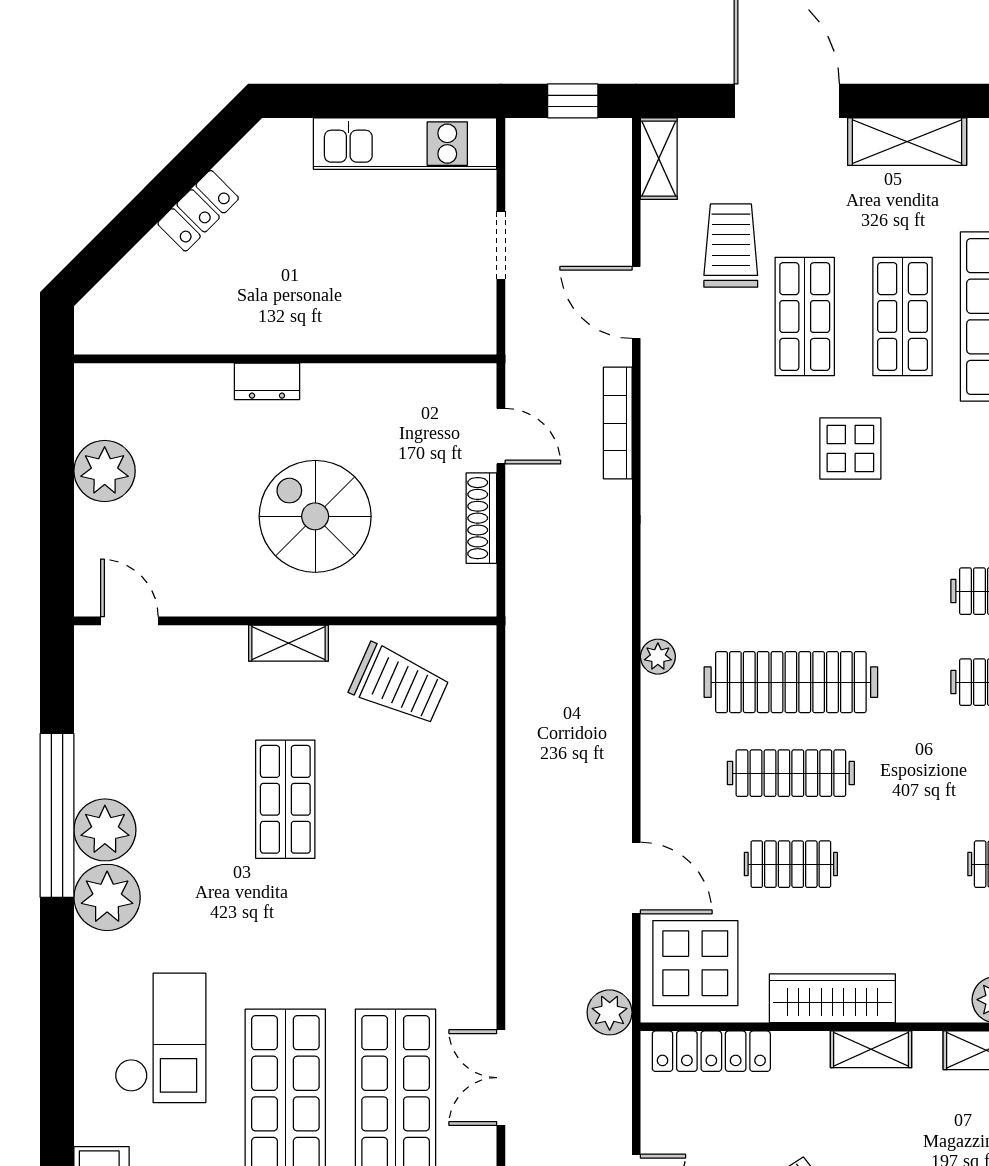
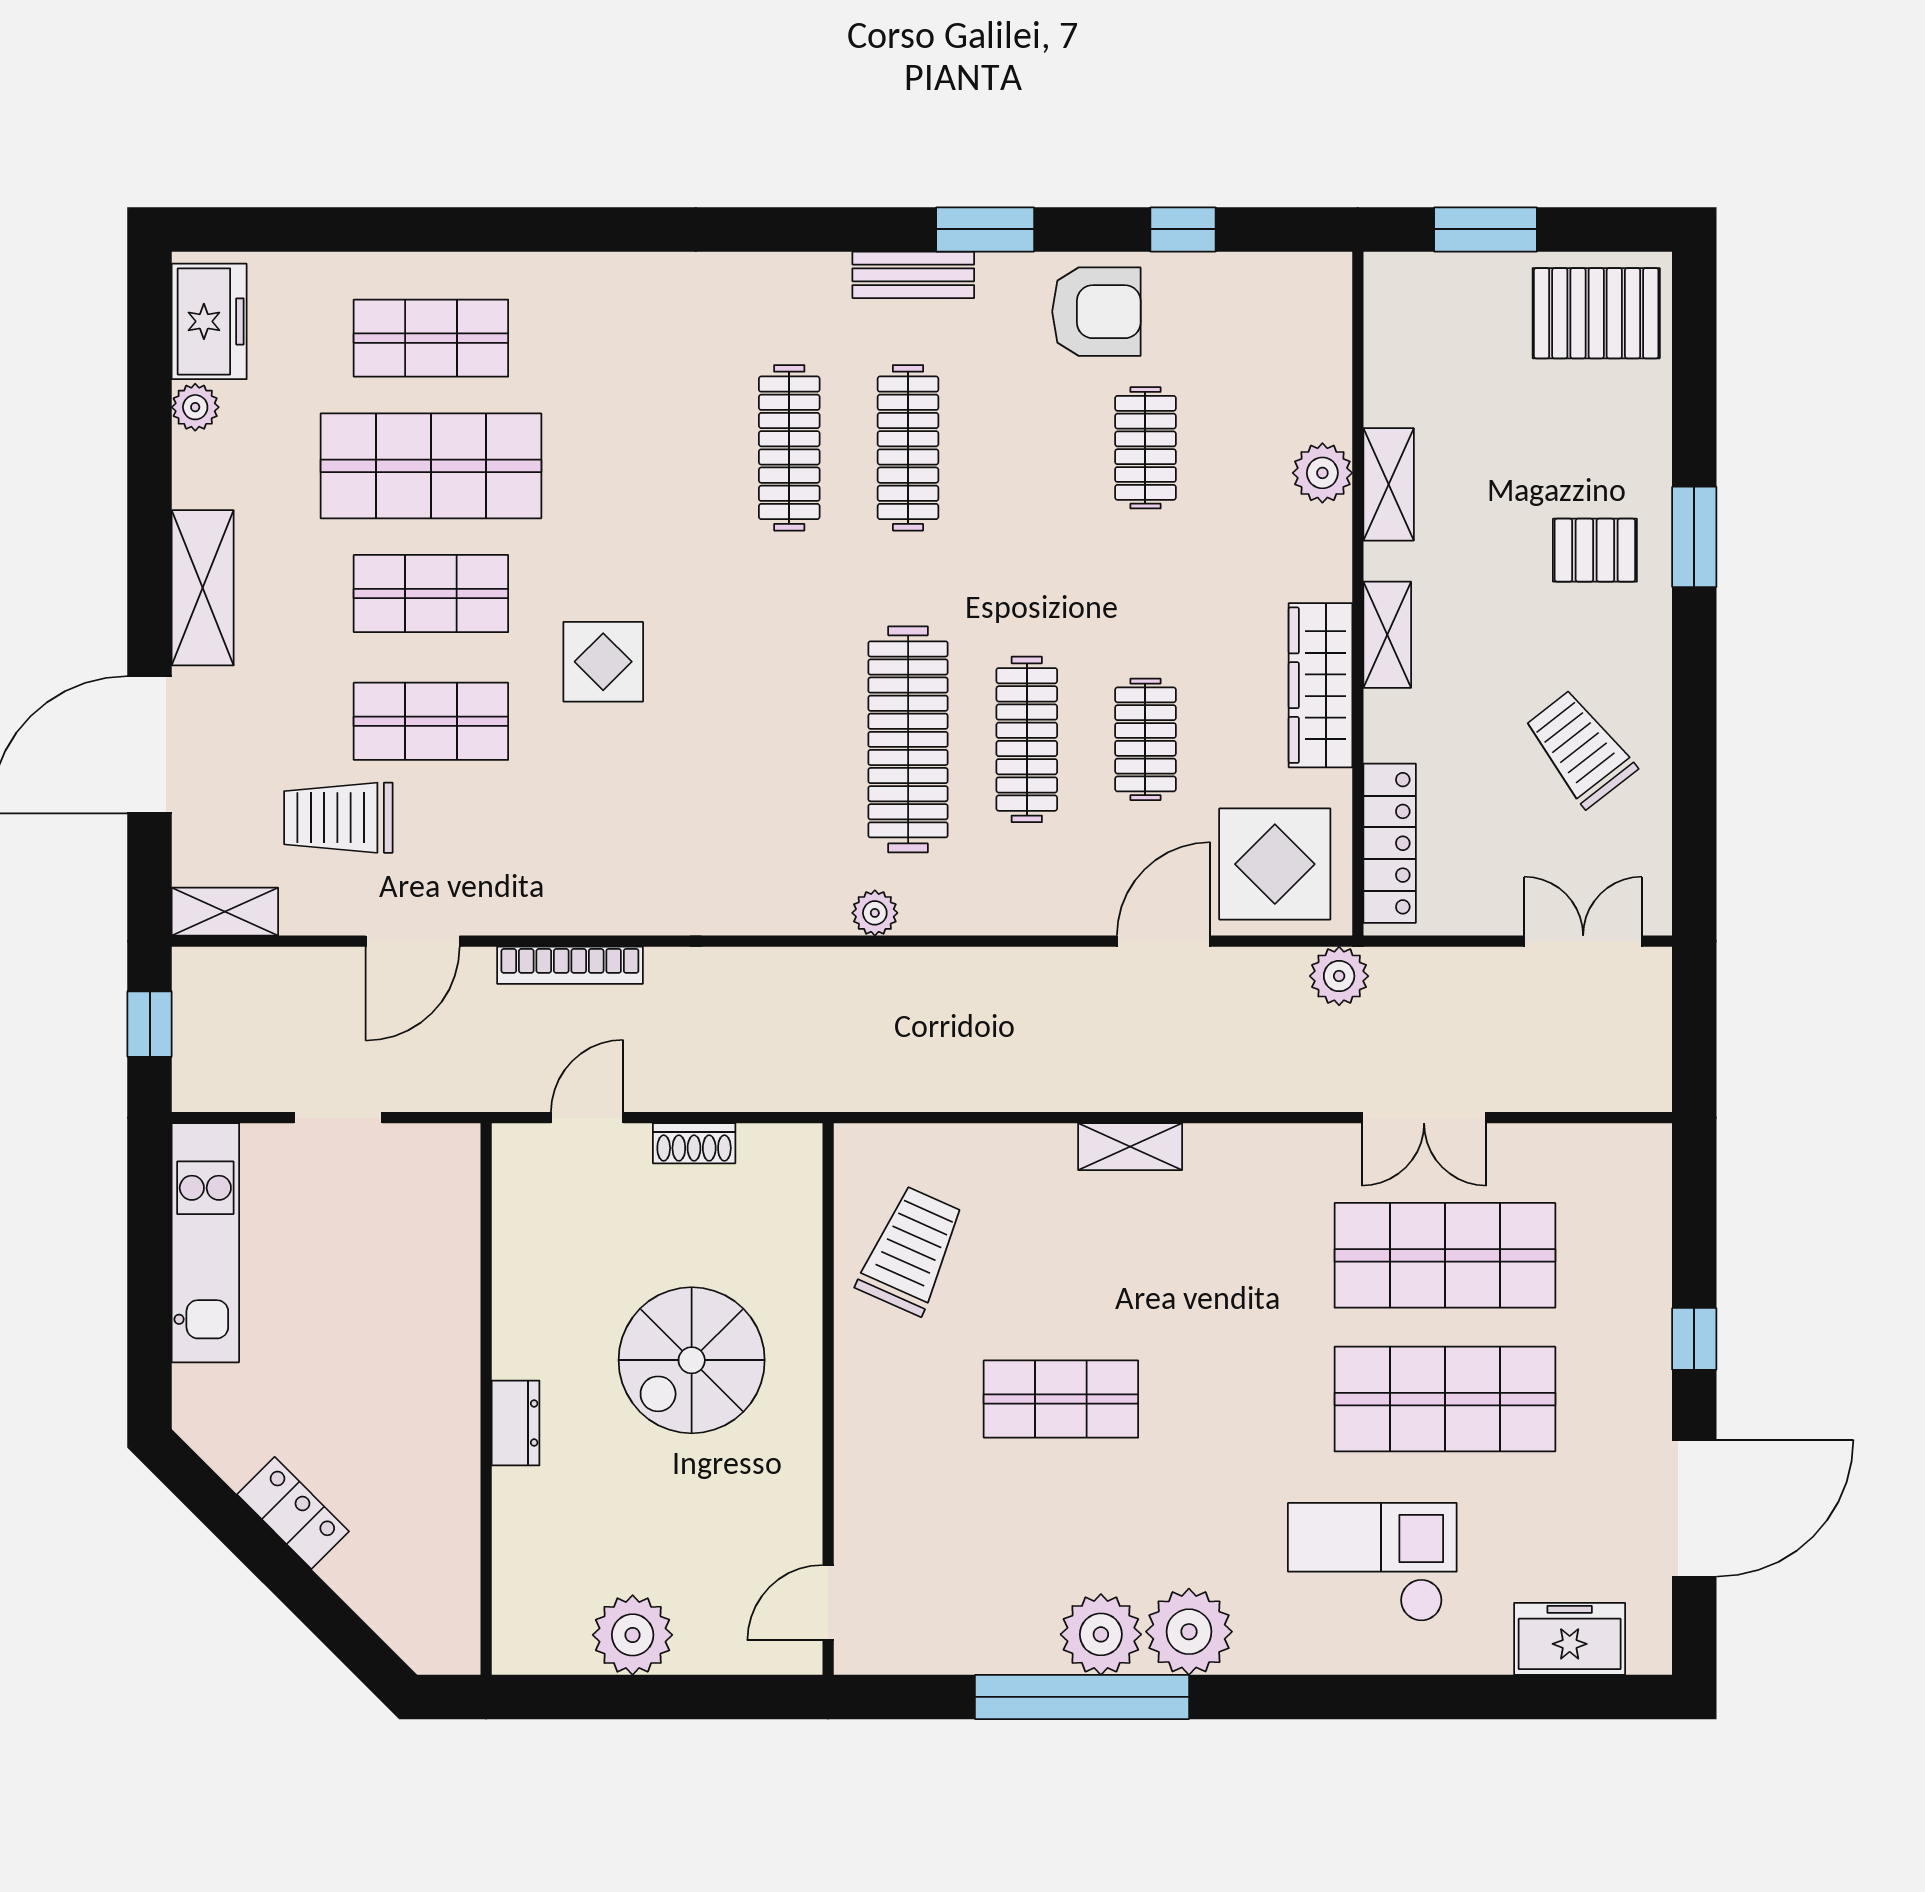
shoe rack: (481, 518) -> (694, 1143), width x0.70
shelving: (288, 643) -> (1130, 1147), moved, turned 90

